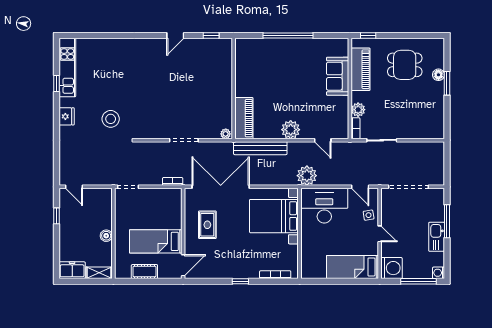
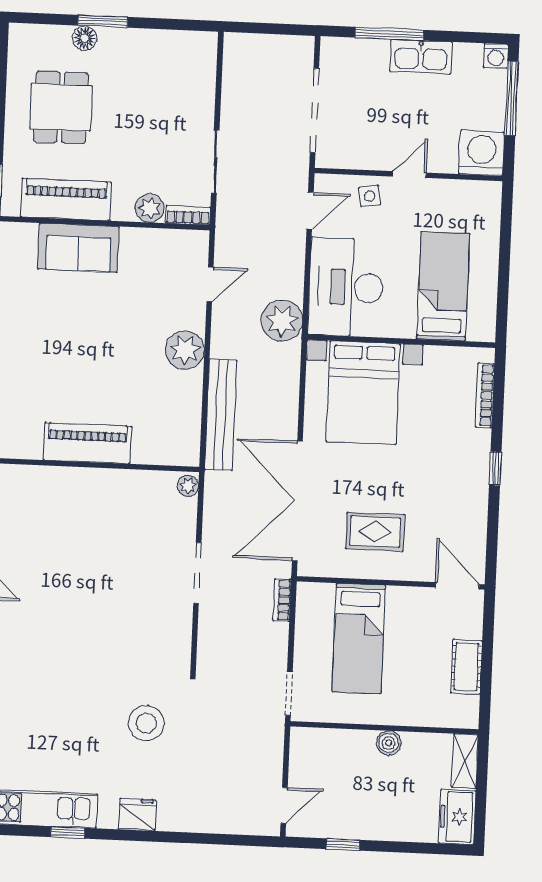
piano: (244, 118) -> (87, 443), moved
bed: (156, 241) -> (359, 638), moved
bed: (353, 267) -> (443, 286), moved, turned 180

